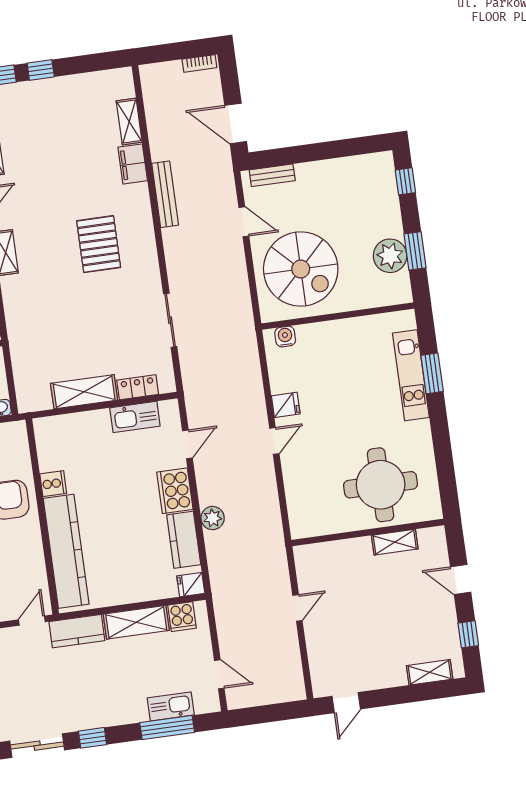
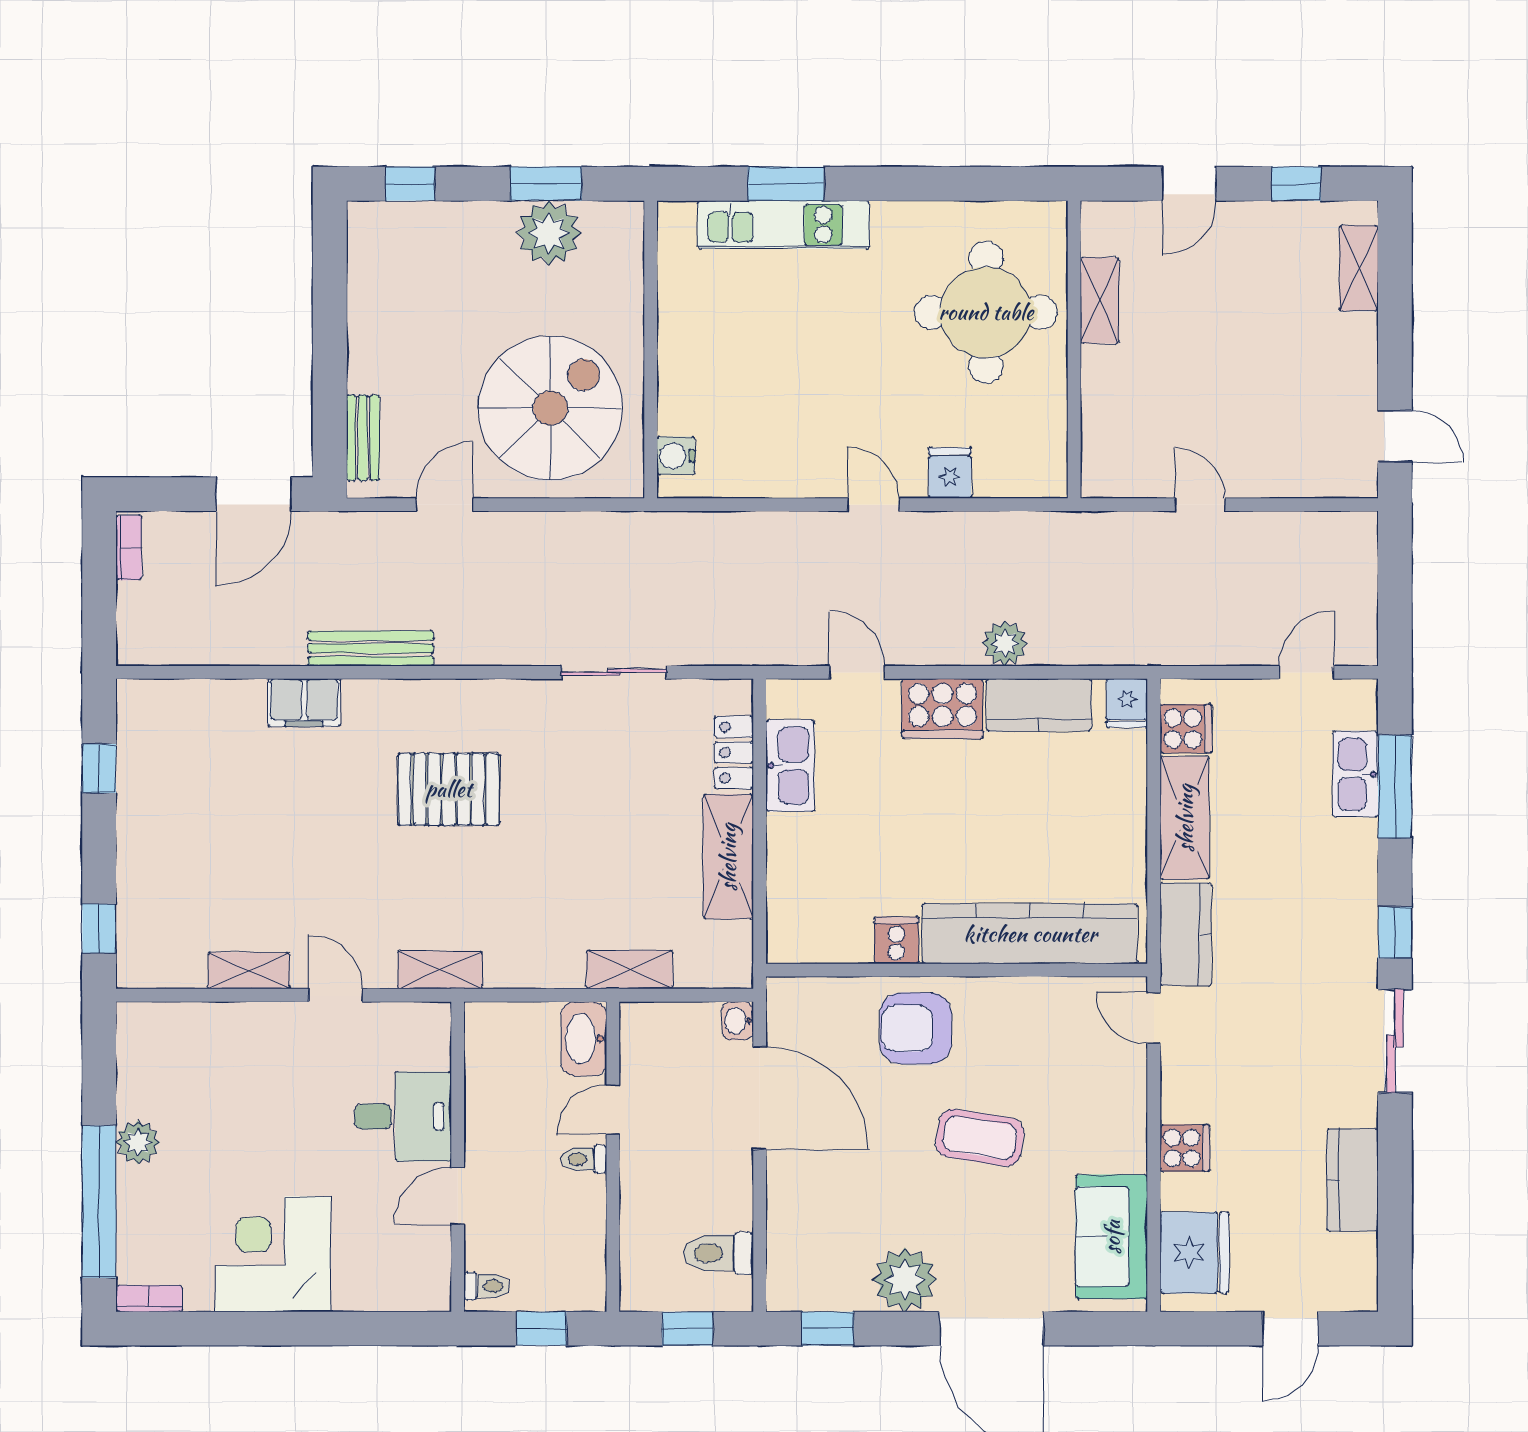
window: (41, 70) -> (99, 768), moved
shelving: (129, 121) -> (630, 970), moved
fridge: (286, 405) -> (950, 473), moved

